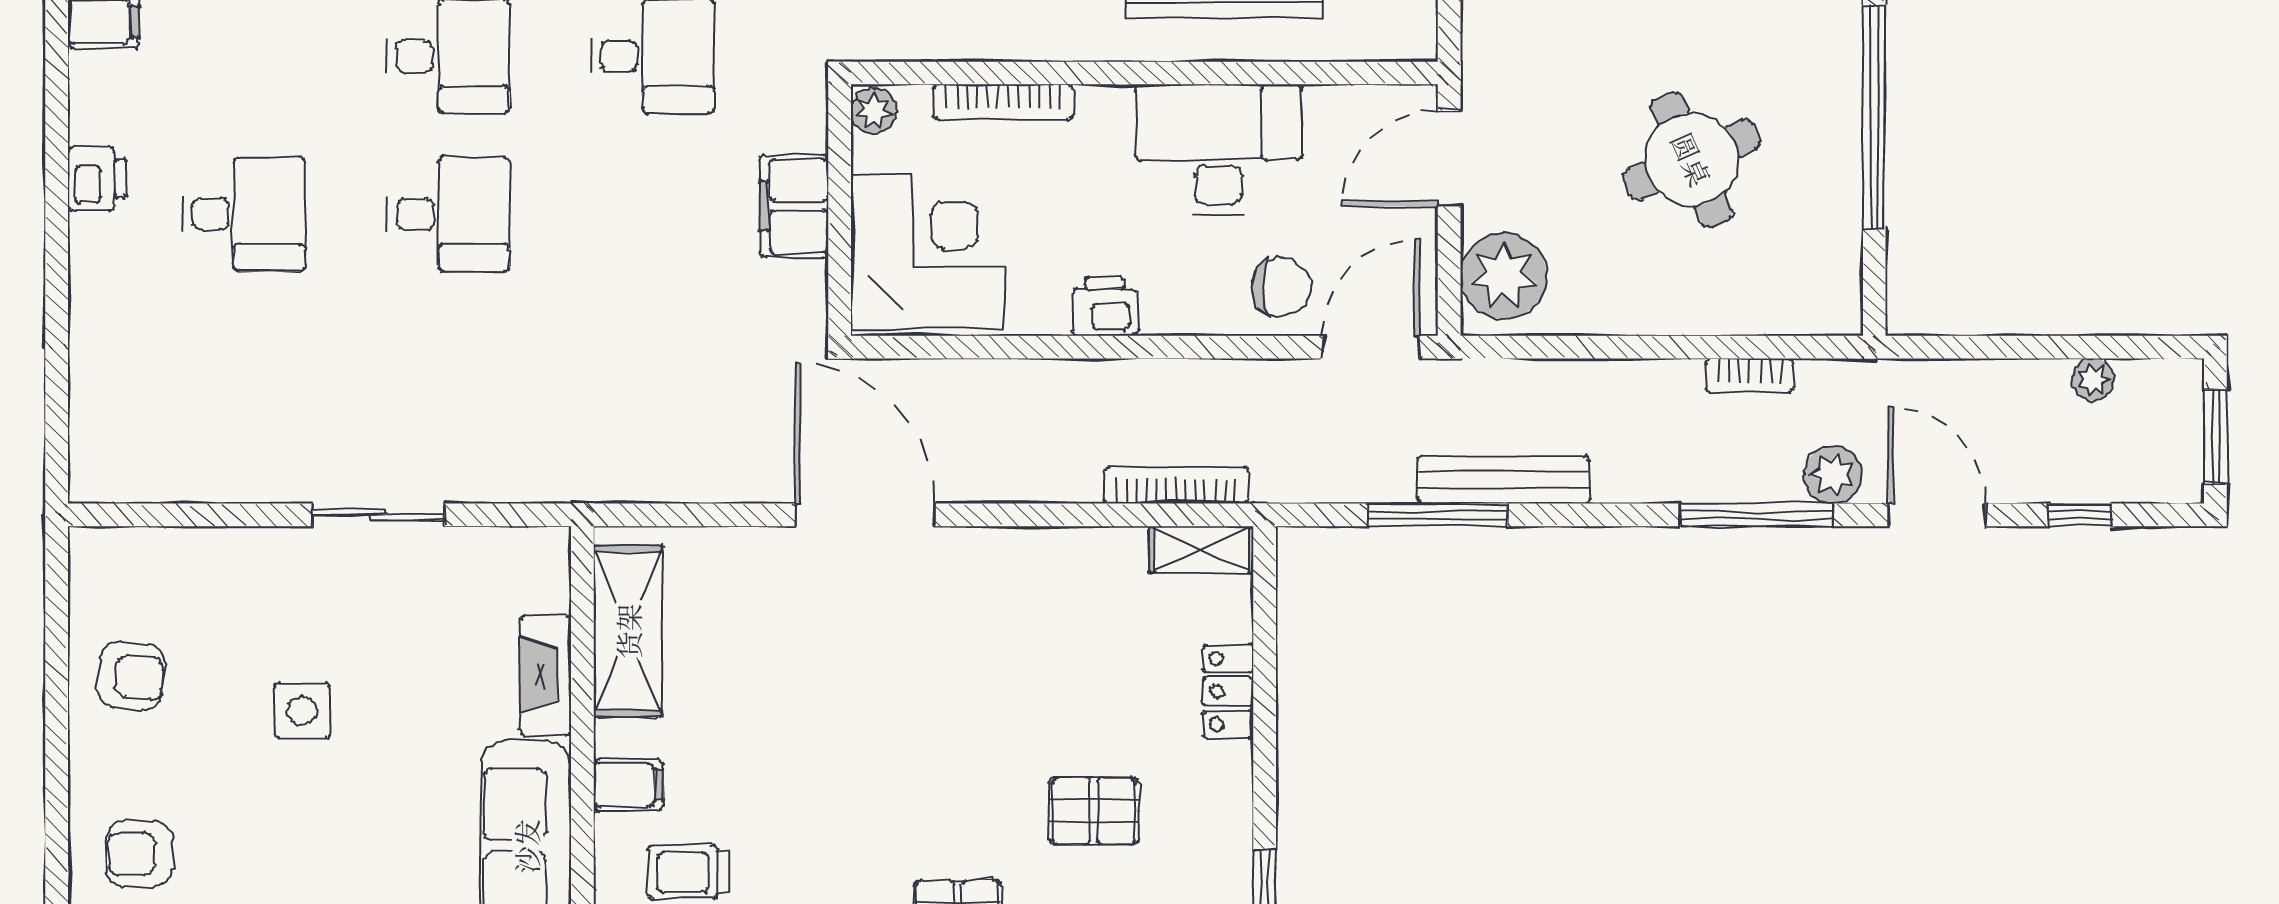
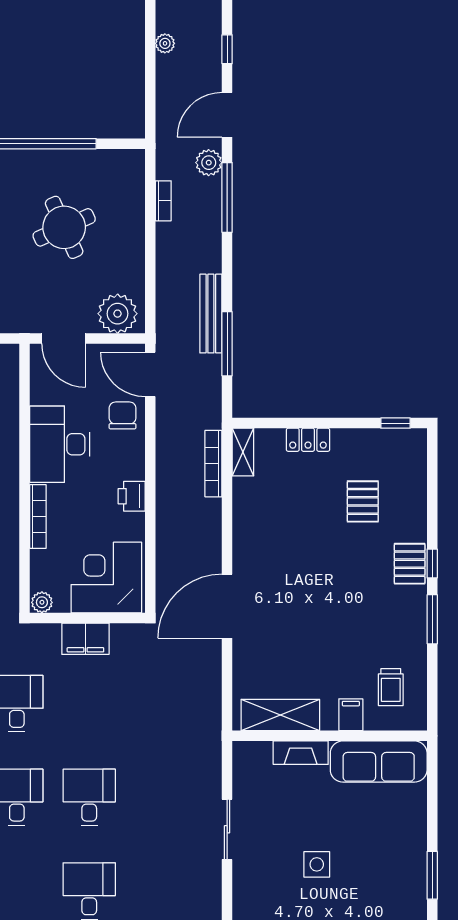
bookcase: (1003, 102) -> (38, 516), moved

